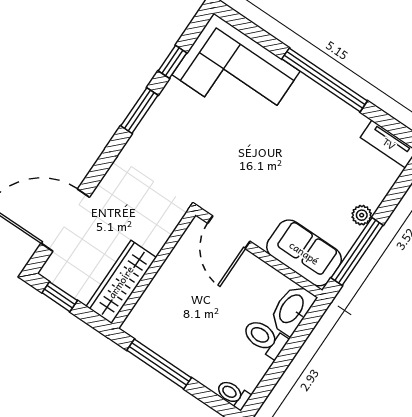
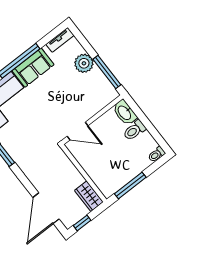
plant: (362, 215) -> (84, 63), width x1.88, depth x1.88
sofa: (304, 253) -> (33, 68), moved, turned 180
wardrobe: (121, 282) -> (89, 196), width x0.67

